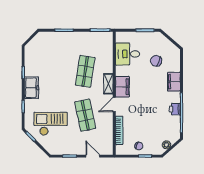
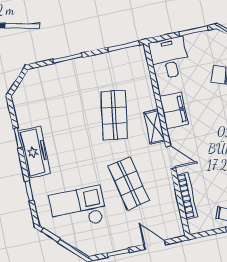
desk: (128, 54) -> (169, 58), moved, turned 90
filing cabinet: (122, 87) -> (174, 111), moved
freezer: (32, 88) -> (34, 152), width x1.40
door: (114, 105) -> (171, 157), swing flipped

